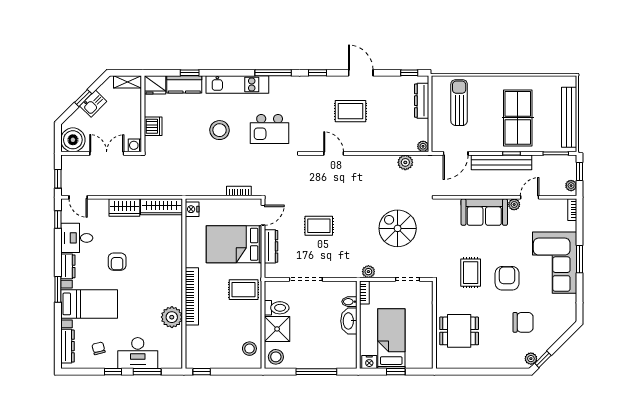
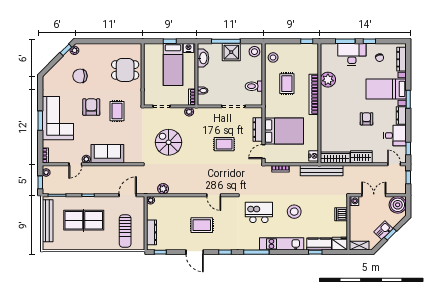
table tennis table: (518, 118) -> (84, 220), turned 90
double door: (107, 153) -> (374, 195), swing flipped
bench: (502, 162) -> (322, 171), moved
spiral stairs: (398, 228) -> (169, 142), turned 180
armchair: (507, 278) -> (91, 107), turned 180
rug: (244, 290) -> (287, 84), moved, turned 90
washbasin: (349, 321) -> (203, 58), moved
shower: (277, 329) -> (231, 52), moved

